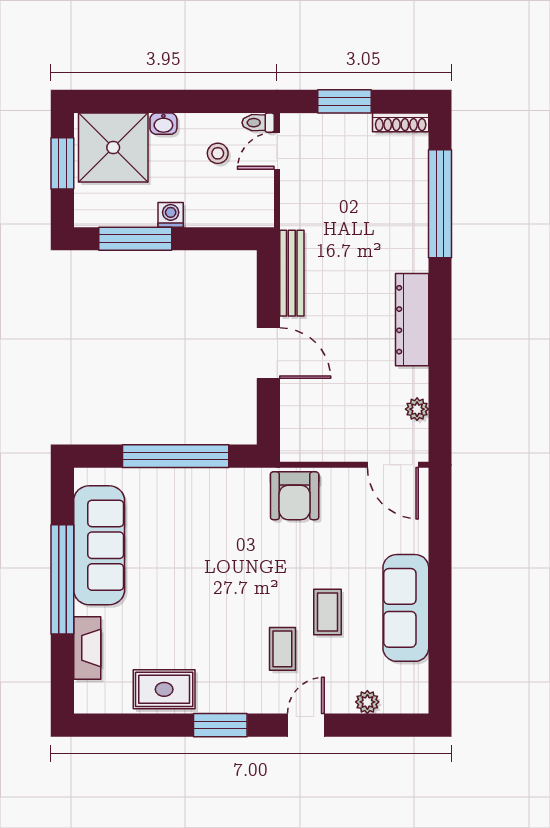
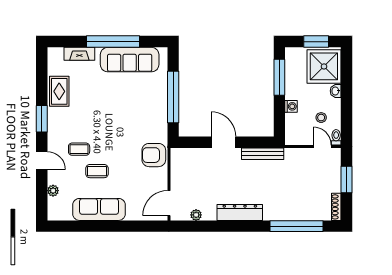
washing machine: (171, 215) -> (291, 106), moved
door: (268, 353) -> (223, 142), swing flipped

